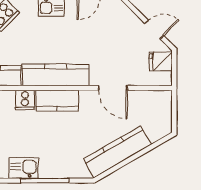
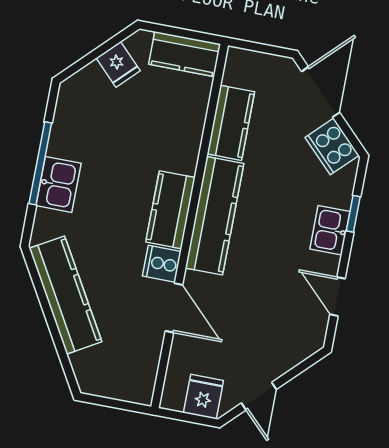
door: (113, 88) -> (174, 308), swing flipped
cooker: (25, 100) -> (162, 264), moved
kitchen sink: (24, 168) -> (58, 184), moved

